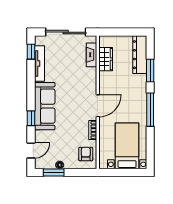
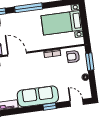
door: (98, 106) -> (17, 54), moved
window: (54, 172) -> (90, 62), moved

